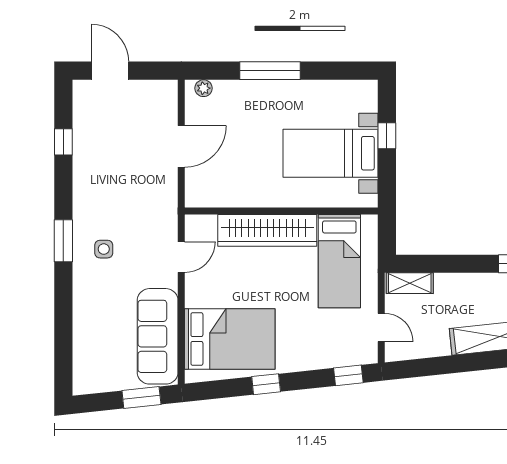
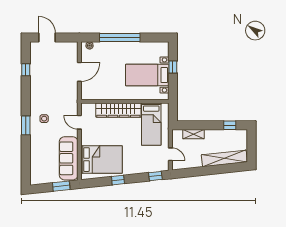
window: (270, 71) -> (120, 37), width x1.46
window: (63, 241) -> (26, 125), moved
door: (181, 257) -> (79, 122), swing flipped
shelving: (410, 283) -> (193, 134), moved

